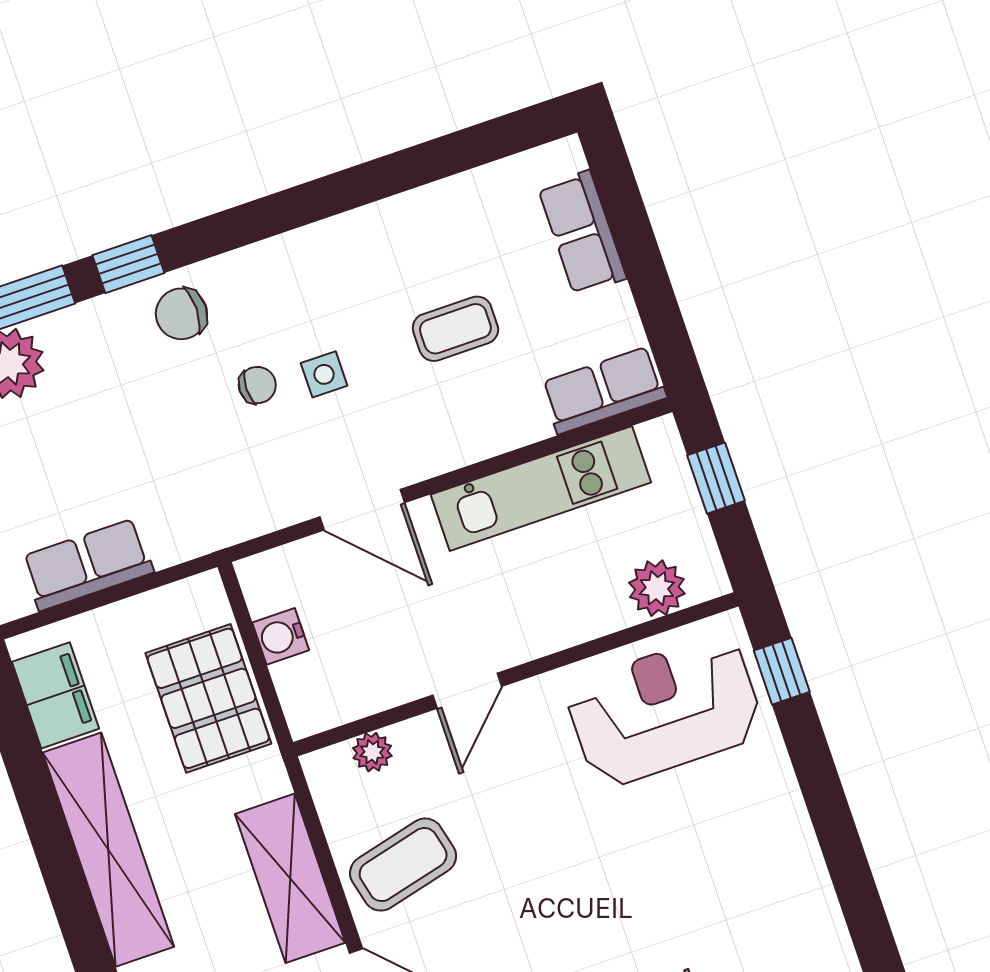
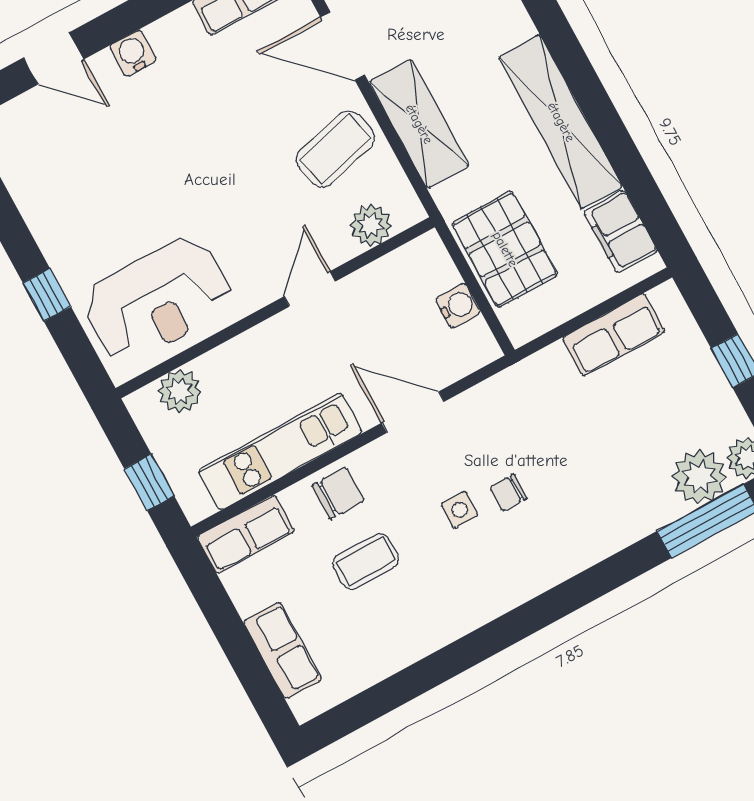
window: (128, 264) -> (622, 568), removed
chair: (181, 314) -> (338, 493), moved
window: (782, 671) -> (47, 295), moved
plant: (372, 752) -> (371, 225), width x1.38, depth x1.38

